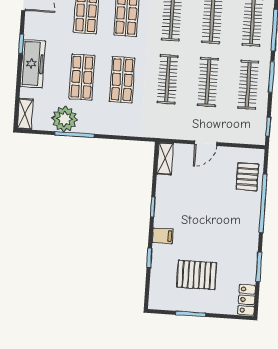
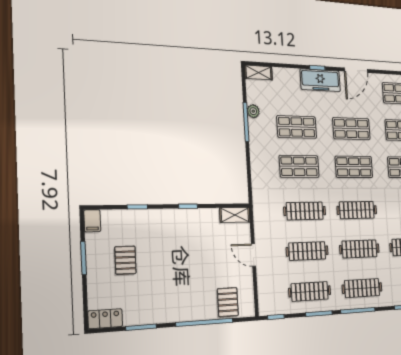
freezer: (33, 64) -> (320, 80), moved
plant: (64, 119) -> (253, 111), width x0.53, depth x0.53
pallet: (247, 177) -> (228, 302), turned 90
filing cabinet: (163, 236) -> (92, 221), moved
pallet: (197, 275) -> (125, 260), width x0.67, depth x0.71

